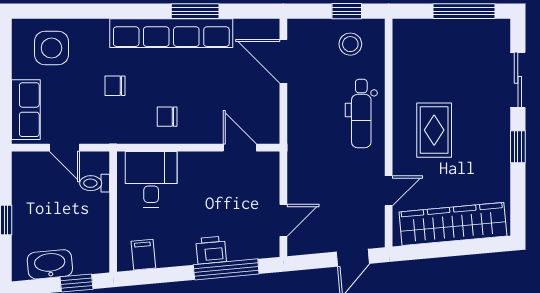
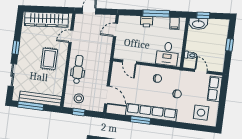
bench: (443, 31) -> (40, 99), added
washbasin: (50, 264) -> (198, 24), moved
window: (226, 269) -> (156, 14), moved

